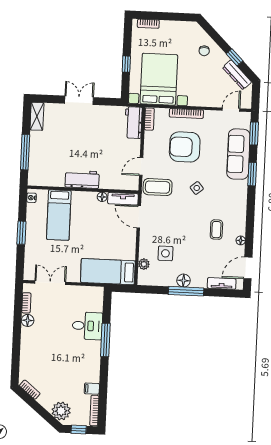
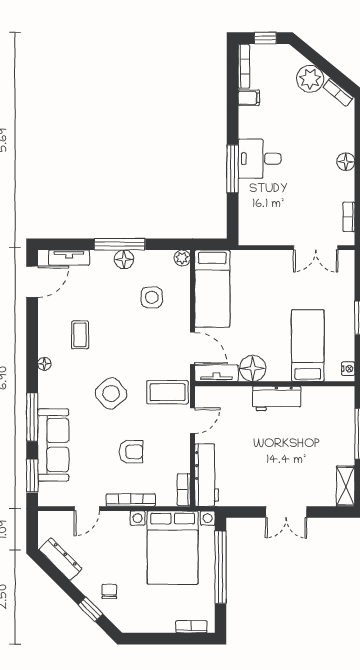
window: (235, 57) -> (90, 609), moved
window: (126, 64) -> (220, 567), width x3.17
door: (231, 110) -> (87, 509), moved
workbench: (133, 123) -> (207, 475), width x1.38
armchair: (185, 147) -> (131, 452), width x0.53, depth x0.53
window: (252, 174) -> (32, 417), width x1.44
side table: (197, 188) -> (111, 393), width x1.87, depth x1.87
floor lamp: (102, 197) -> (253, 368), width x1.89, depth x1.89
floor lamp: (241, 240) -> (44, 364), moved
plant: (144, 264) -> (182, 258), moved
bed: (108, 272) -> (212, 289), moved, turned 90
floor lamp: (28, 320) -> (346, 162), moved
desk: (87, 326) -> (259, 159), moved
plant: (61, 411) -> (310, 79), moved

